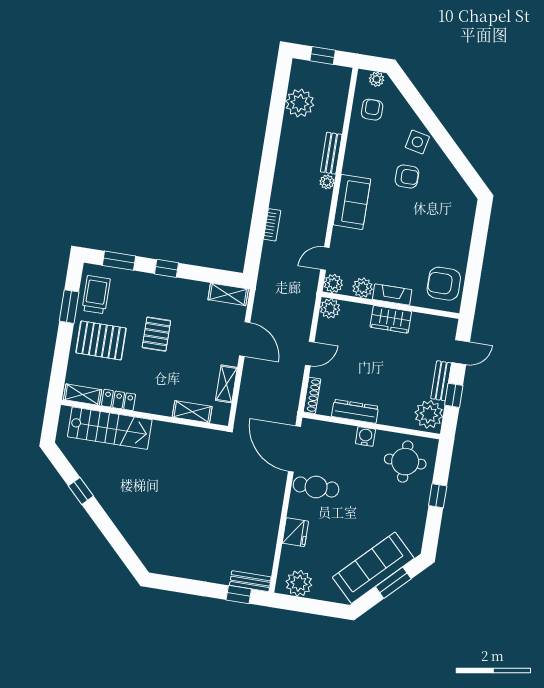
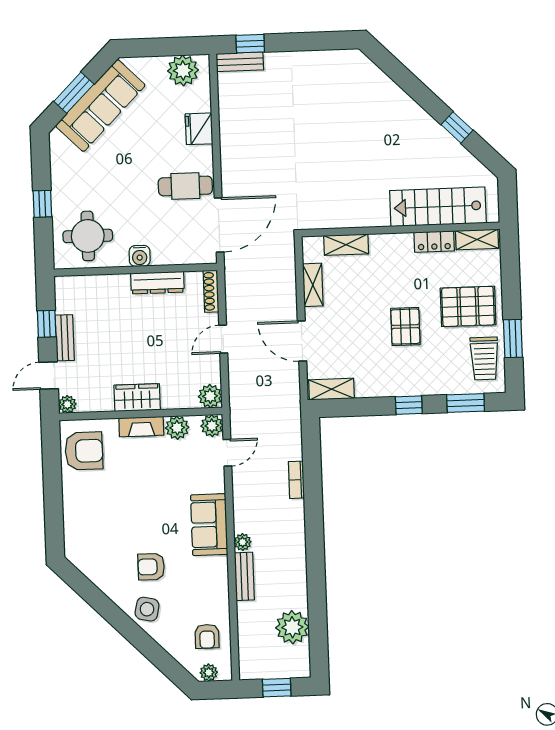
plant: (429, 414) -> (67, 404), moved, width x0.53, depth x0.53
door: (294, 449) -> (219, 225), hinge flipped

